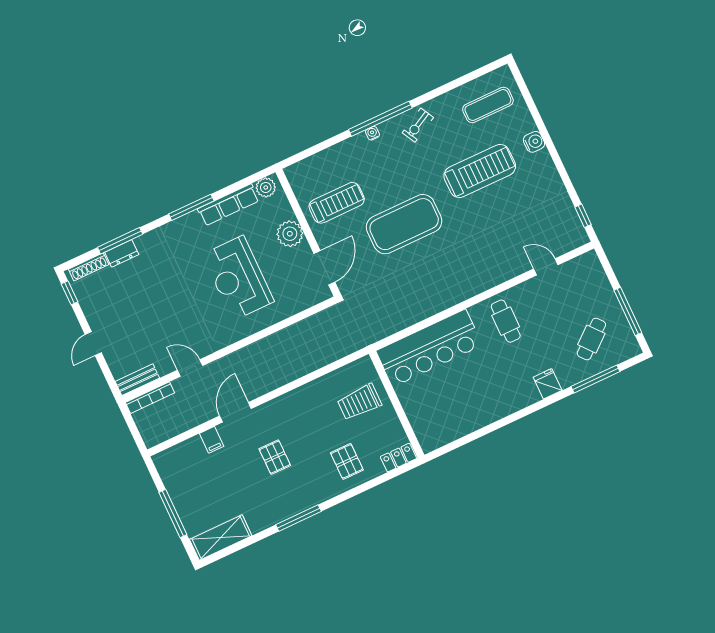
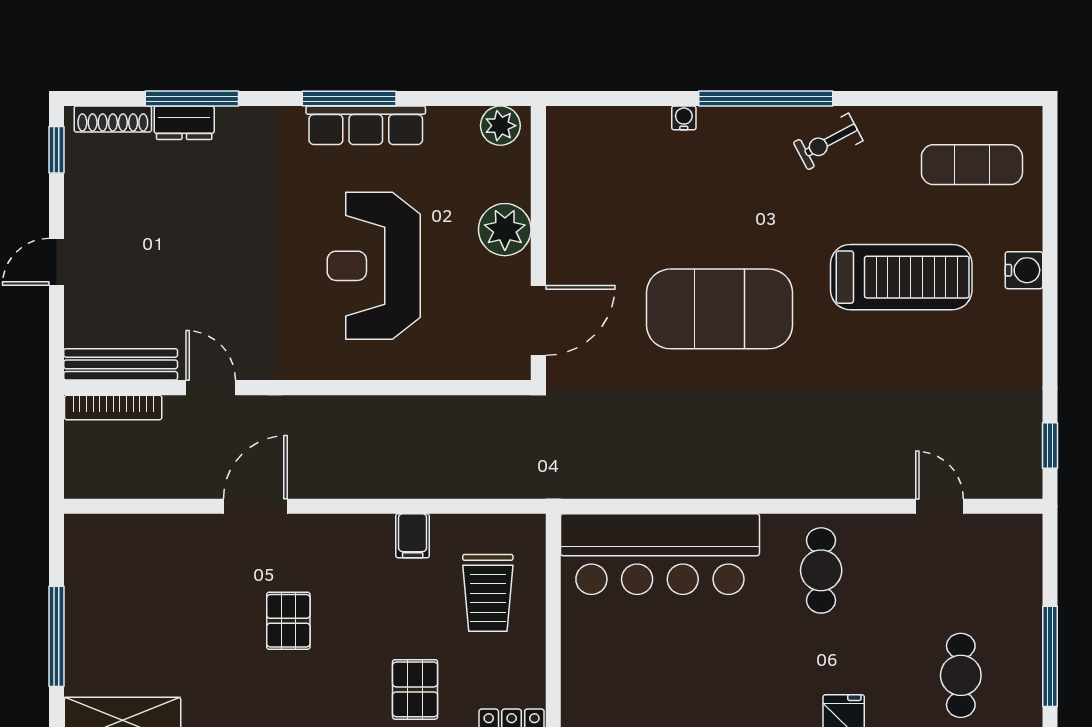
water cooler: (372, 133) -> (684, 118), moved
treadmill: (337, 203) -> (616, 213), removed
row of seats: (228, 205) -> (366, 125), moved
cafe table: (591, 339) -> (961, 675), turned -50
bench: (137, 380) -> (121, 364), width x1.36
trolley: (359, 402) -> (488, 593), turned -90
filing cabinet: (212, 440) -> (413, 536), moved

